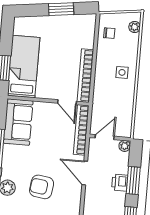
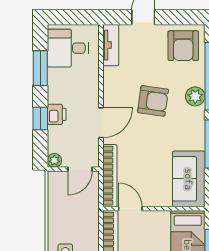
door: (85, 173) -> (101, 123), hinge flipped
window: (133, 181) -> (40, 118), width x0.67

